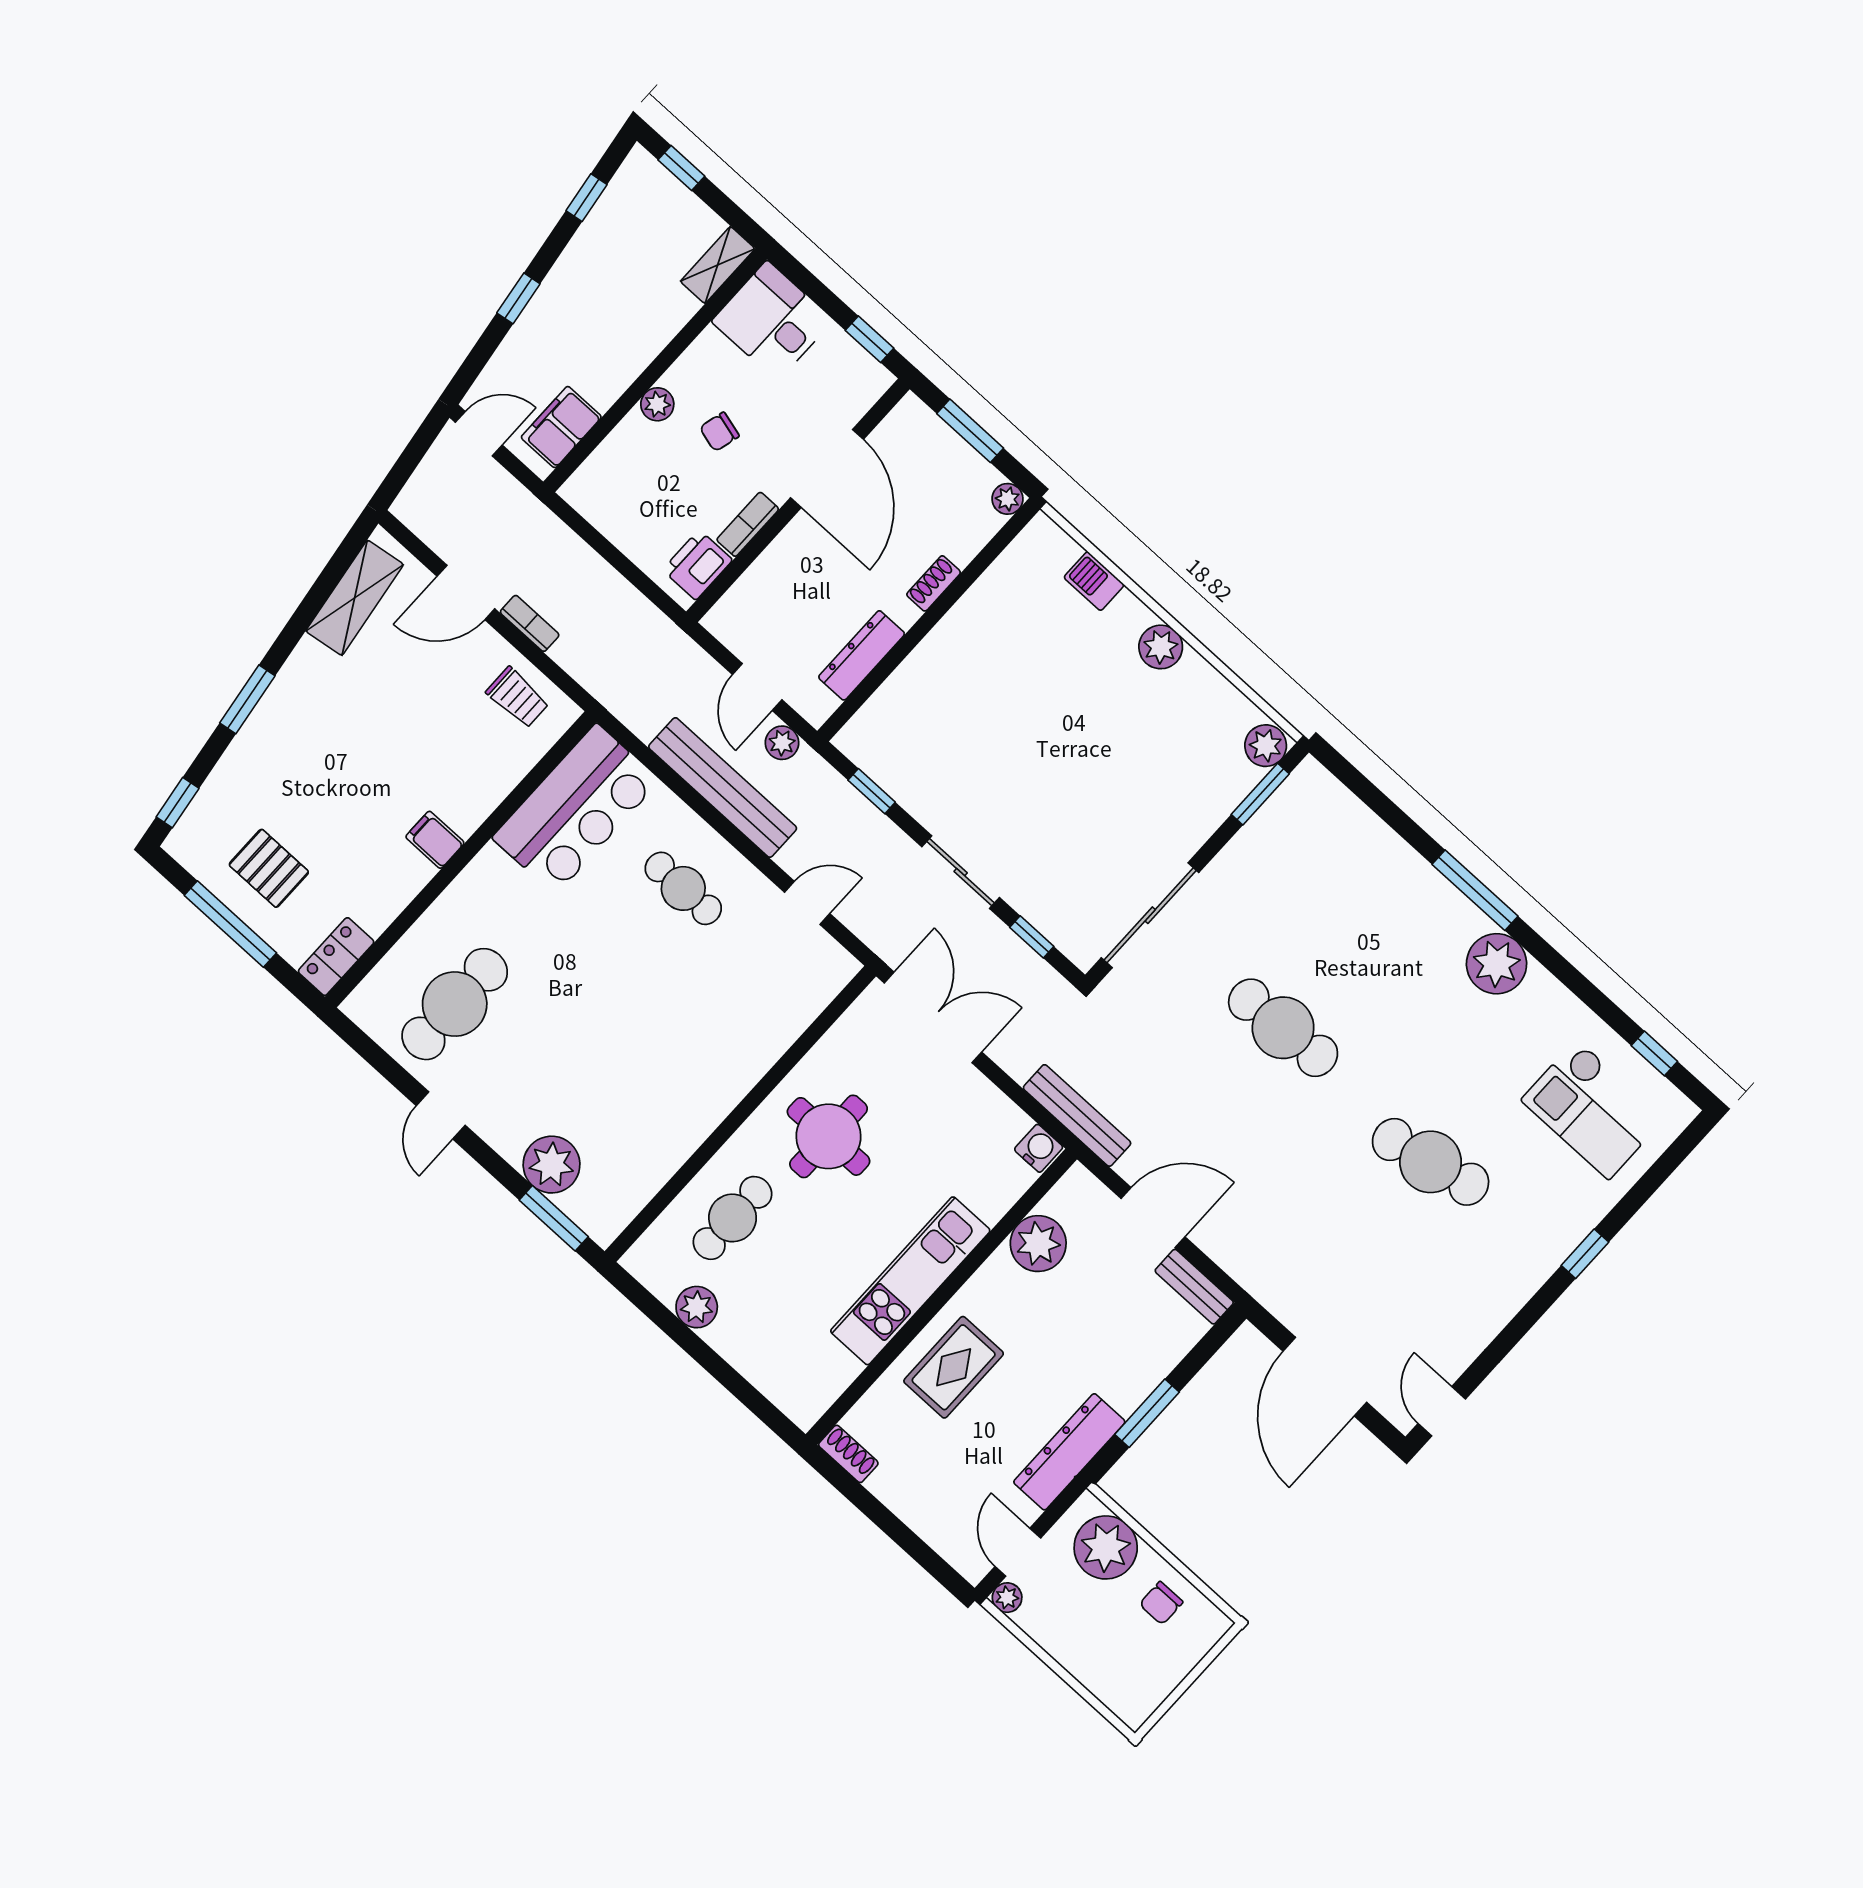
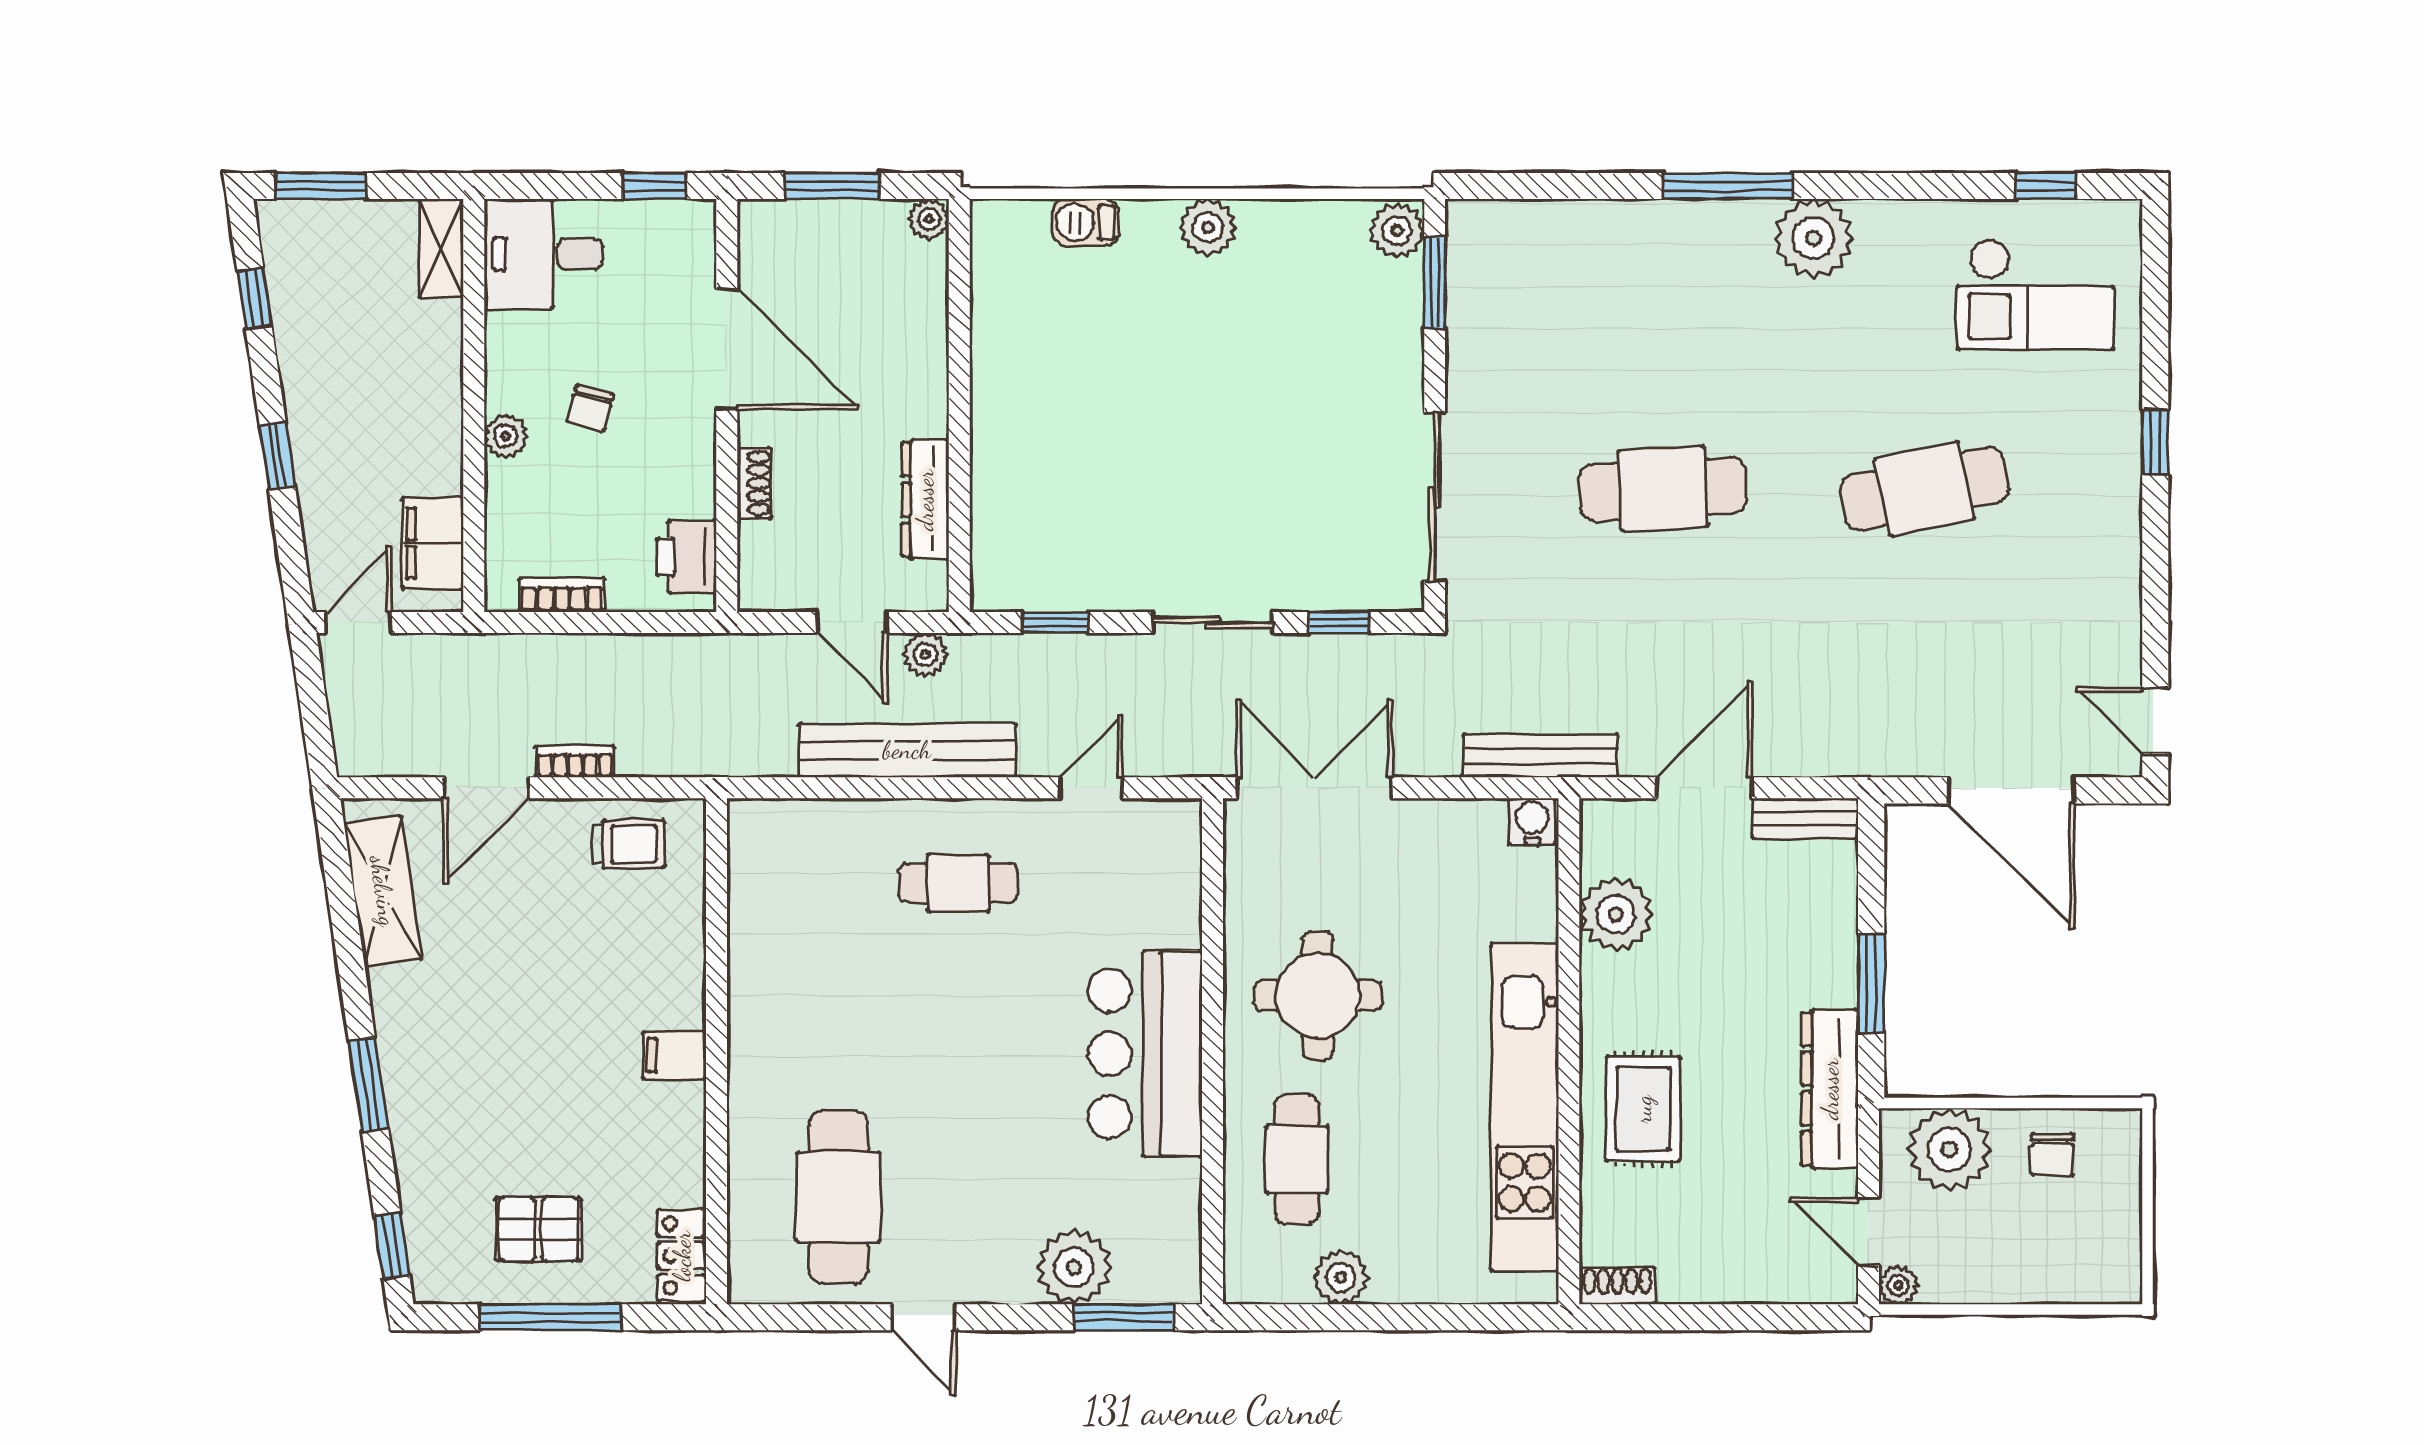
window: (681, 168) -> (320, 186), width x1.50
bookcase: (748, 524) -> (562, 595), moved, turned 90
shoe rack: (934, 583) -> (754, 483), moved, turned 180
bar counter: (576, 809) -> (1145, 1054), moved, turned 180
kitchen unit: (910, 1281) -> (1525, 1107), width x1.36

